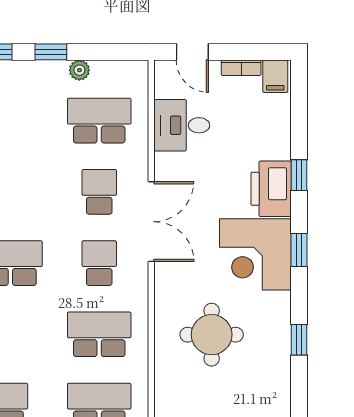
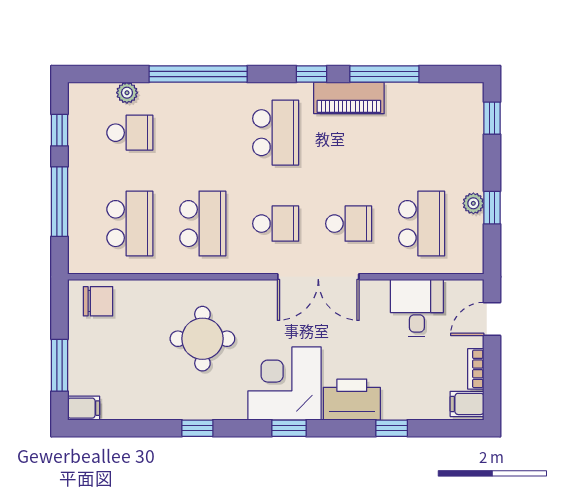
window: (51, 52) -> (492, 208), moved
window: (299, 175) -> (392, 428), moved

